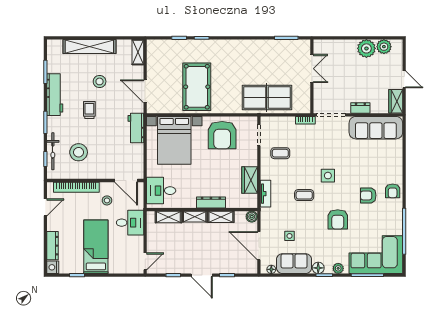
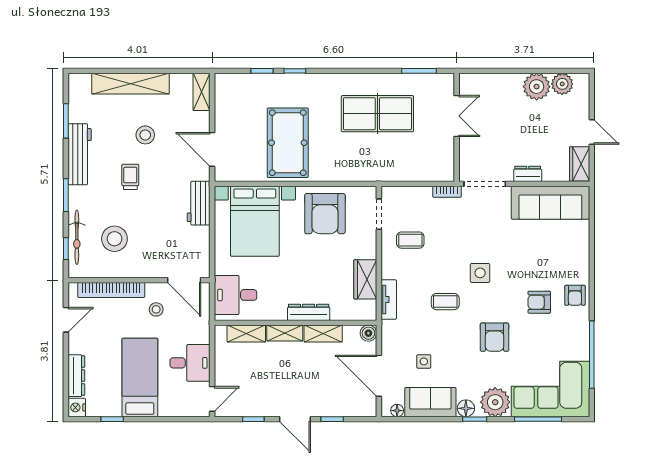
table tennis table: (267, 97) -> (377, 114), moved
desk: (130, 223) -> (190, 363), moved
plant: (338, 268) -> (495, 402), width x1.88, depth x1.88

